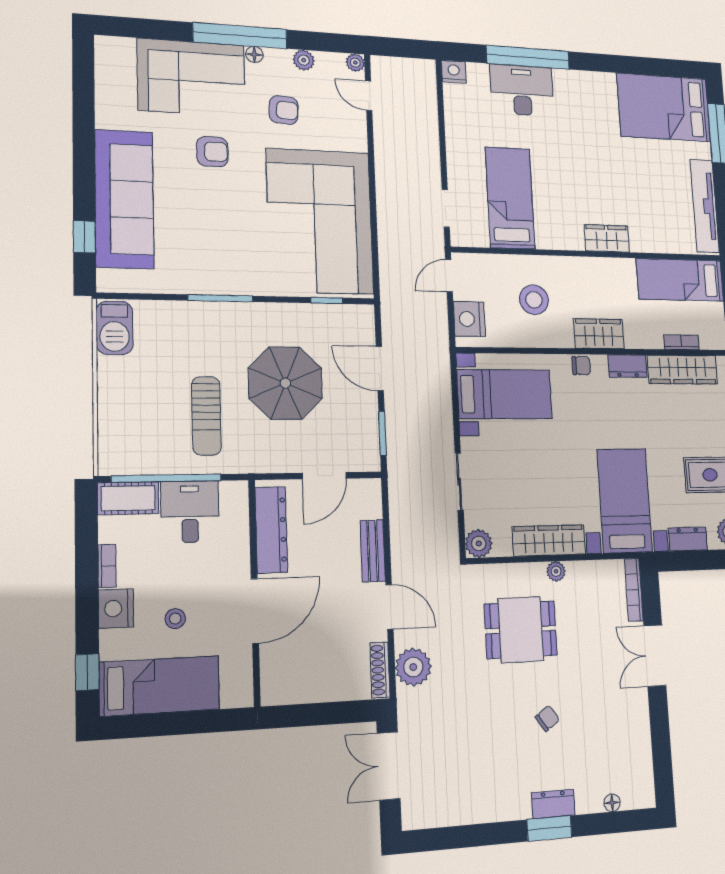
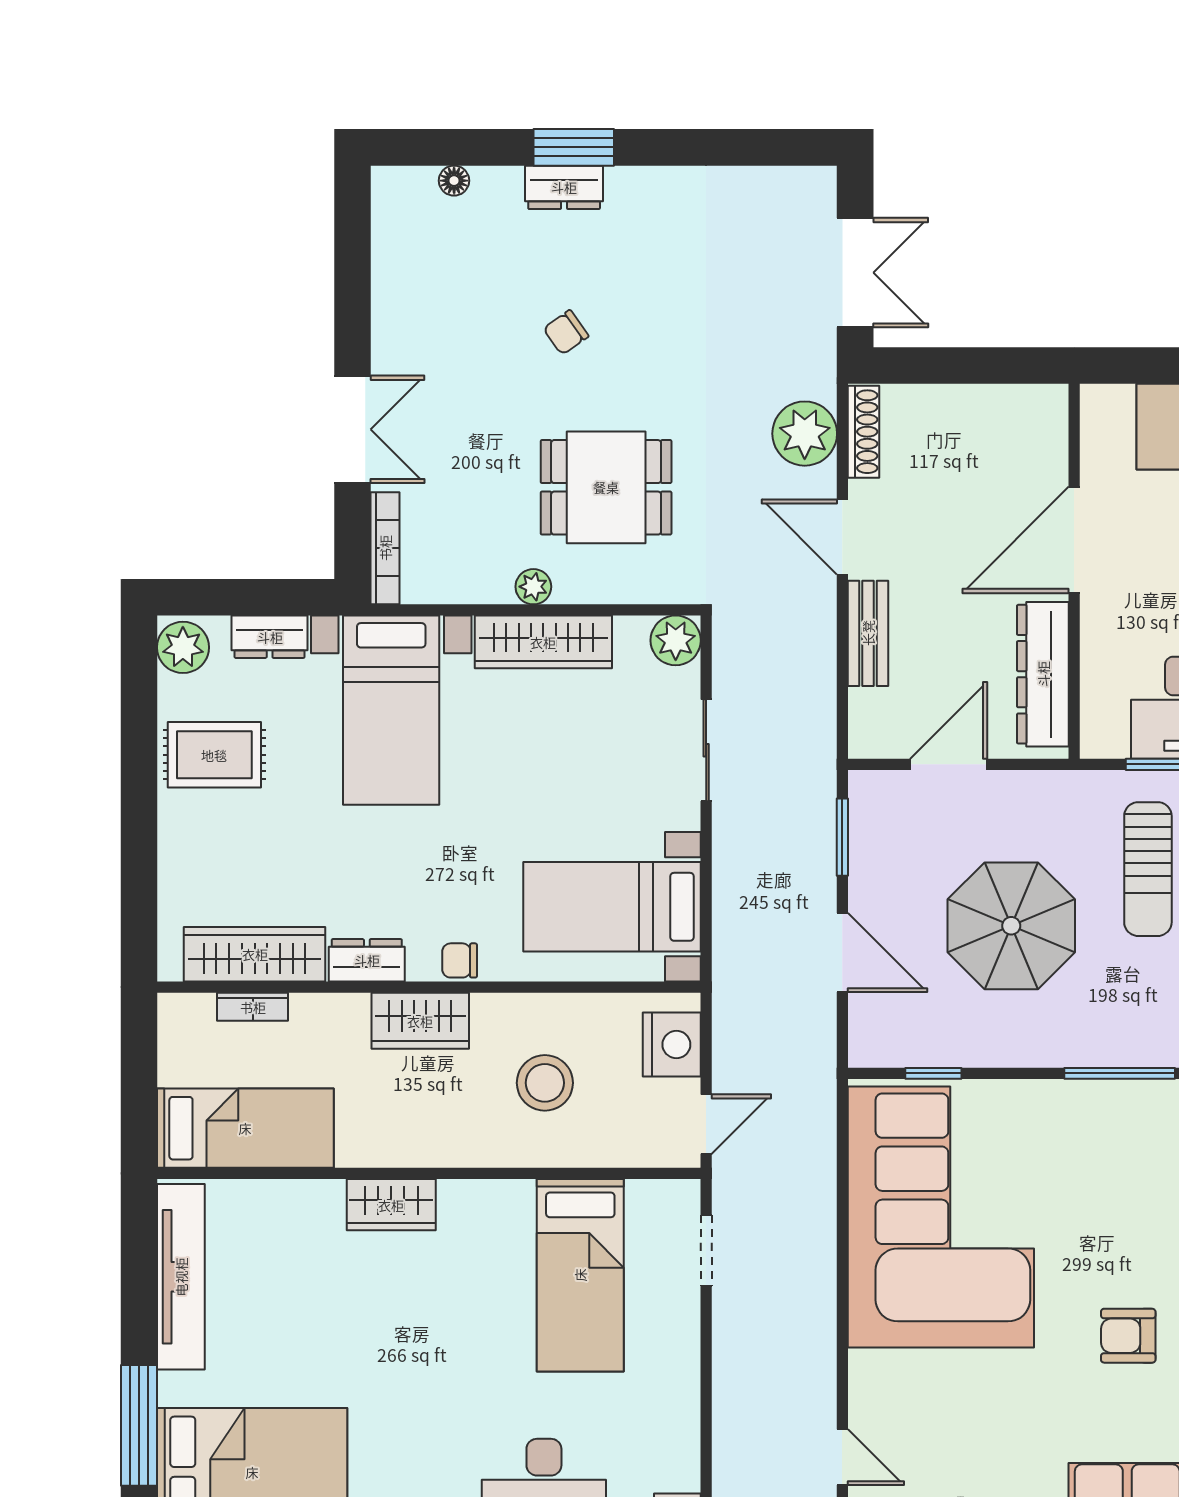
armchair: (284, 110) -> (1000, 1420), removed
sun lounger: (206, 416) -> (1148, 869), turned 180

